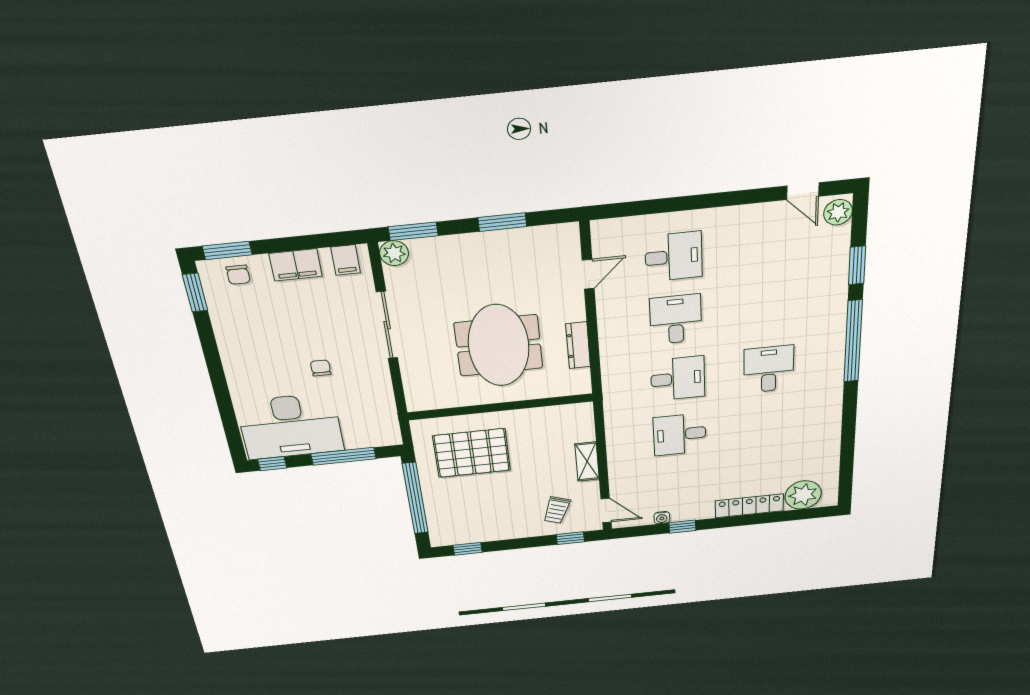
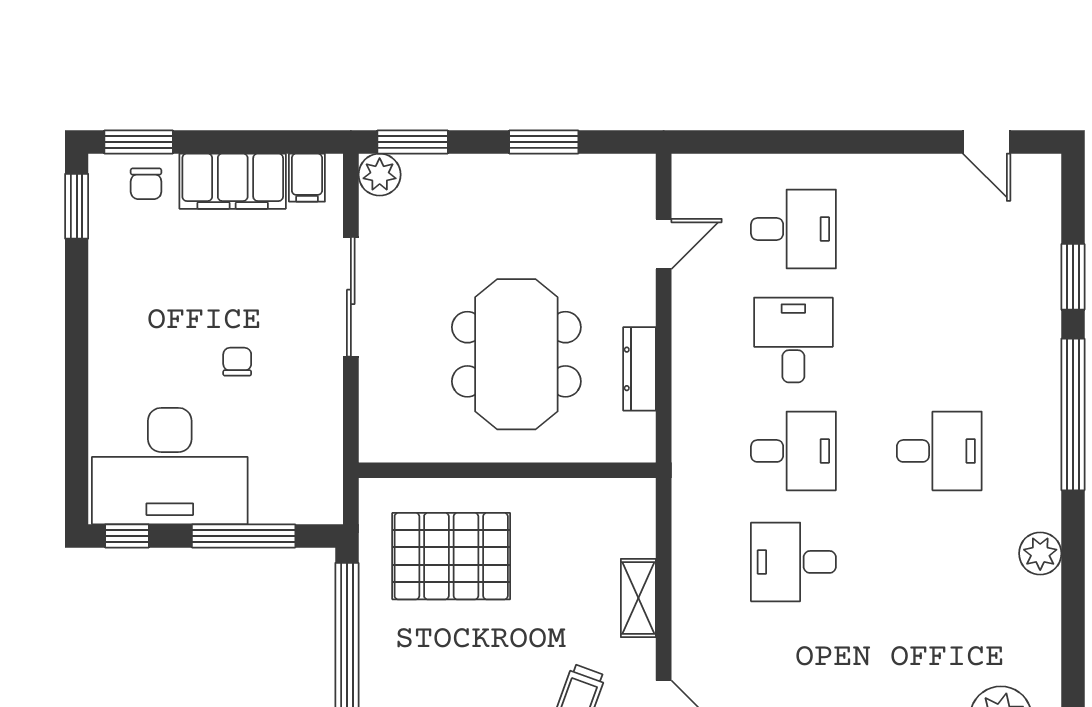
plant: (838, 212) -> (1040, 553), moved
filing cabinet: (296, 265) -> (233, 181), width x1.50, depth x1.17
desk: (769, 369) -> (939, 451), turned 90

